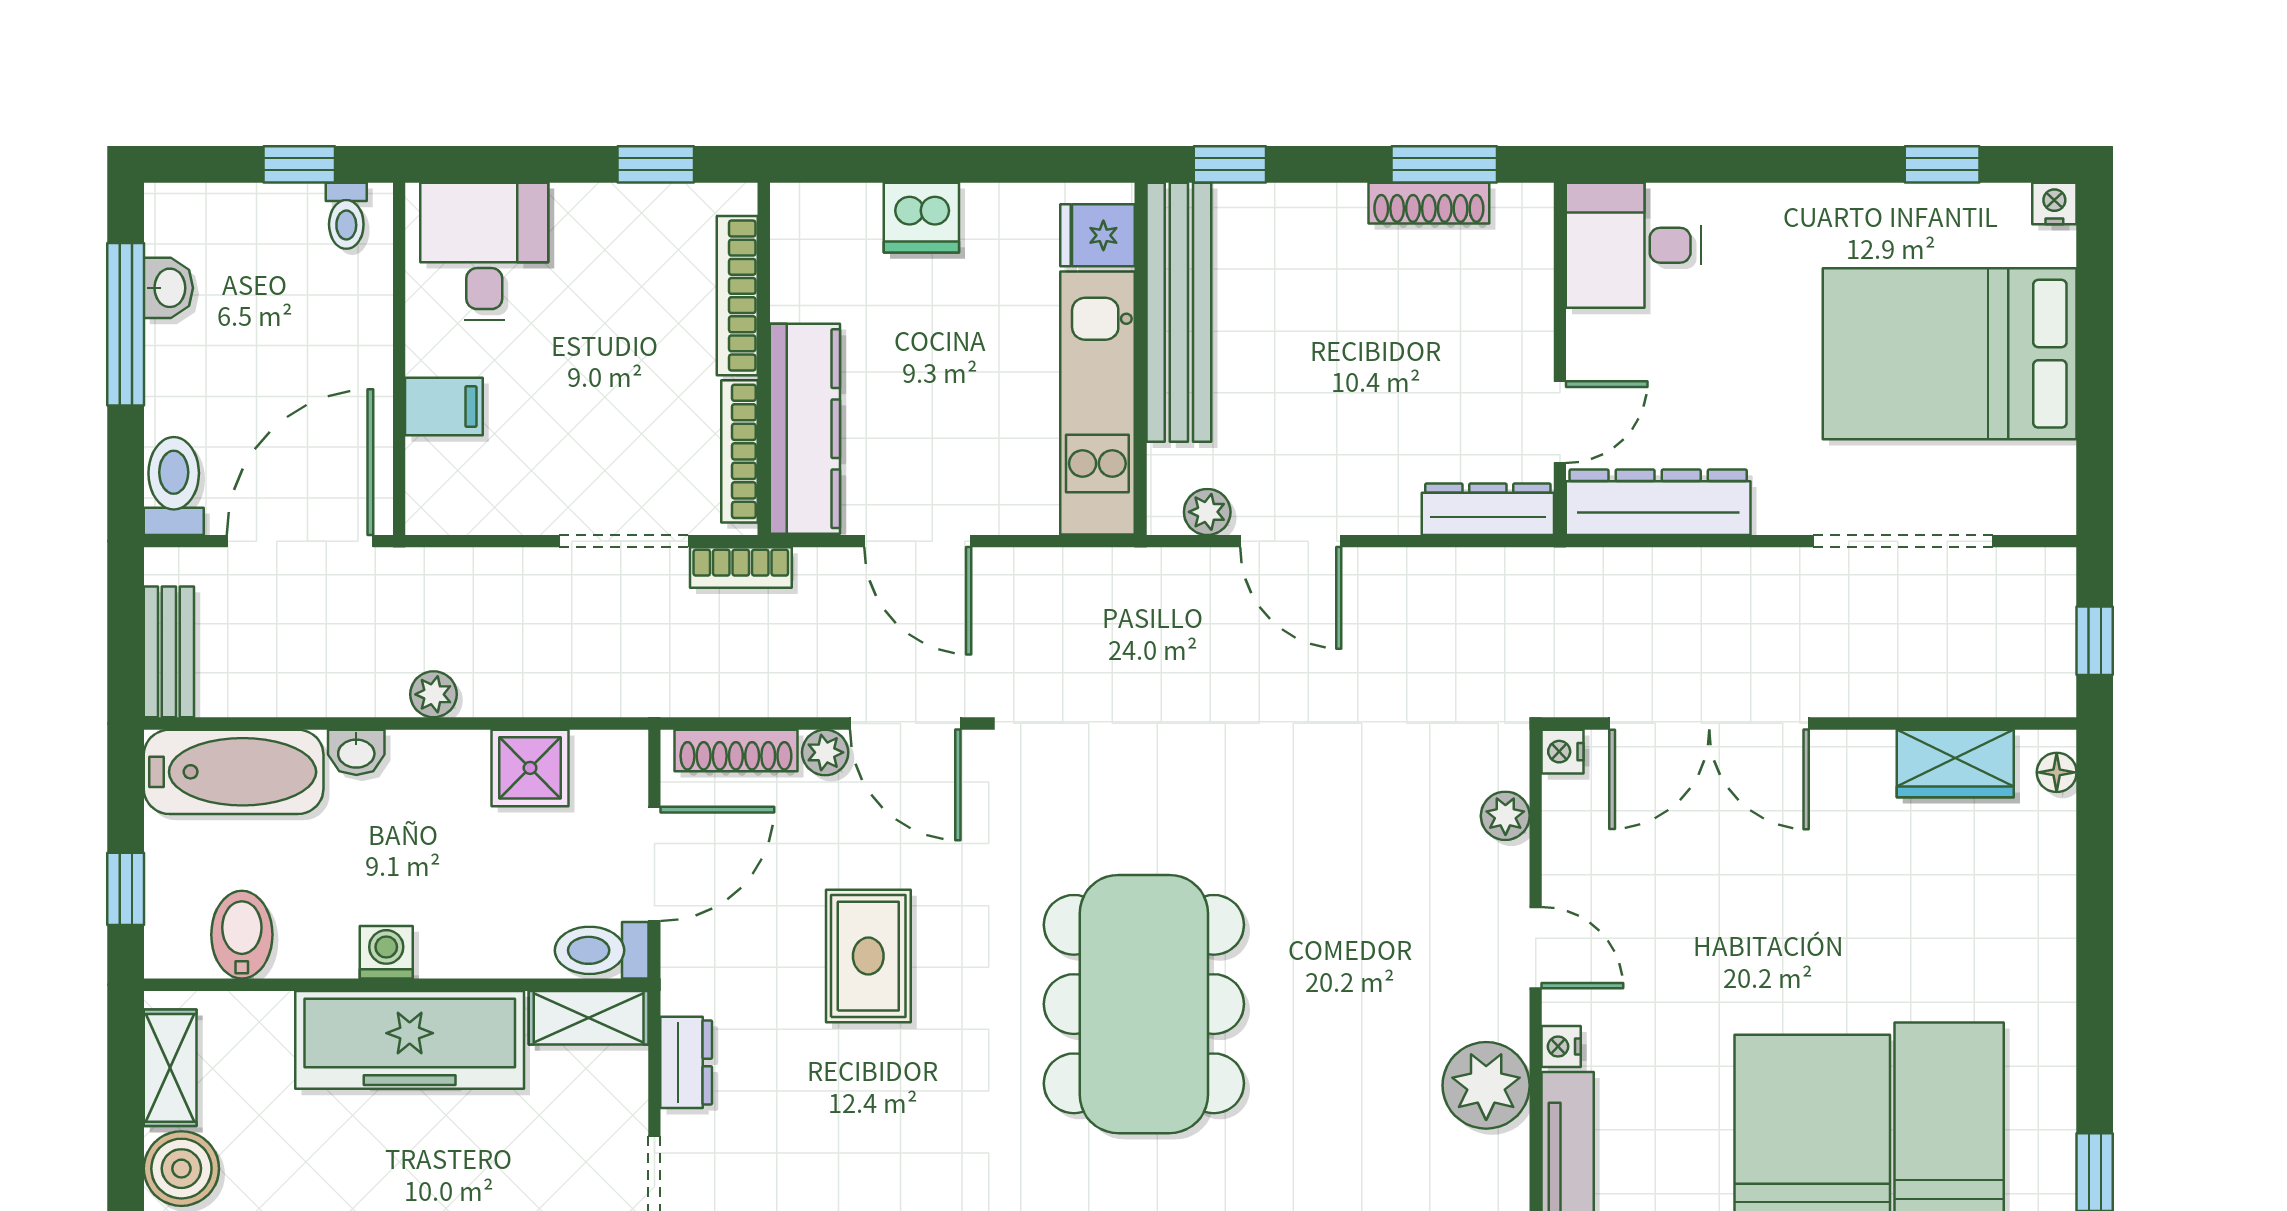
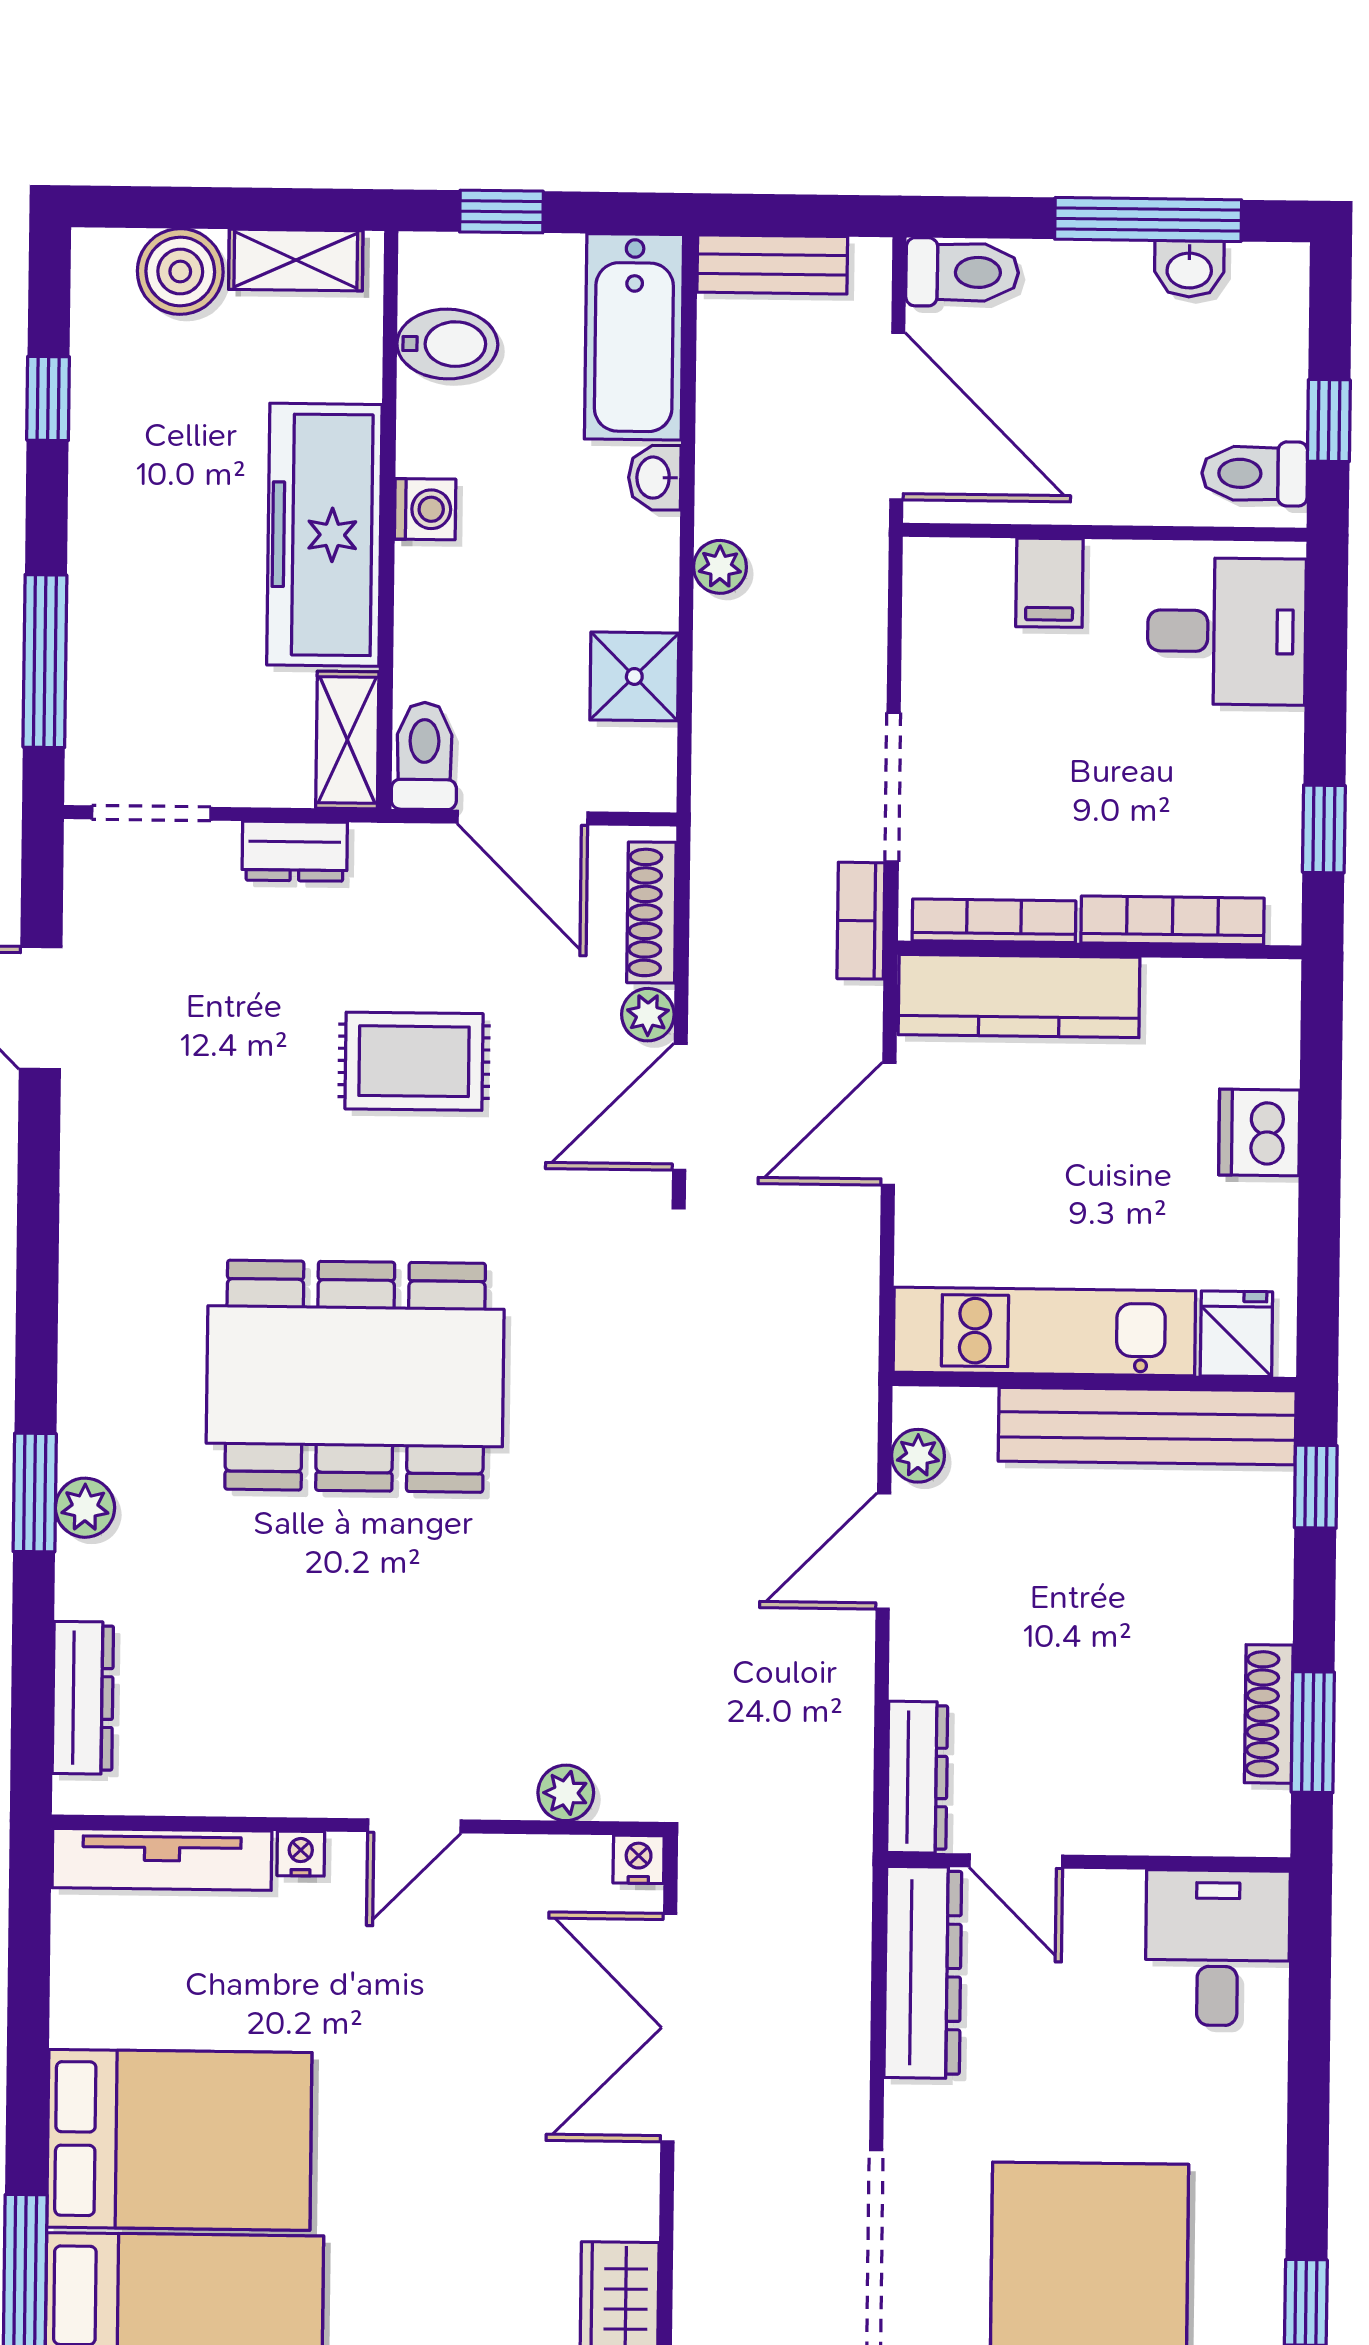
toilet: (346, 216) -> (1255, 474), width x1.37, depth x1.39
plant: (1486, 1085) -> (257, 1767), removed

